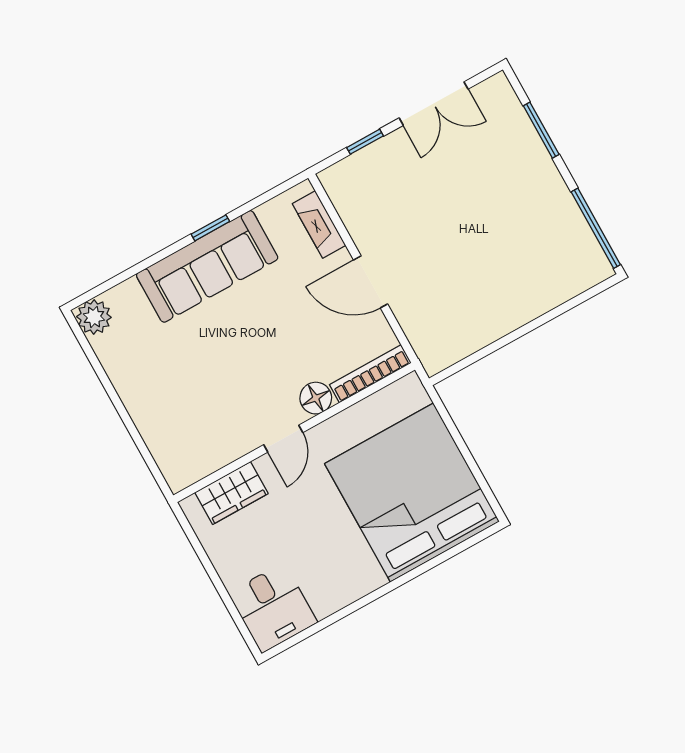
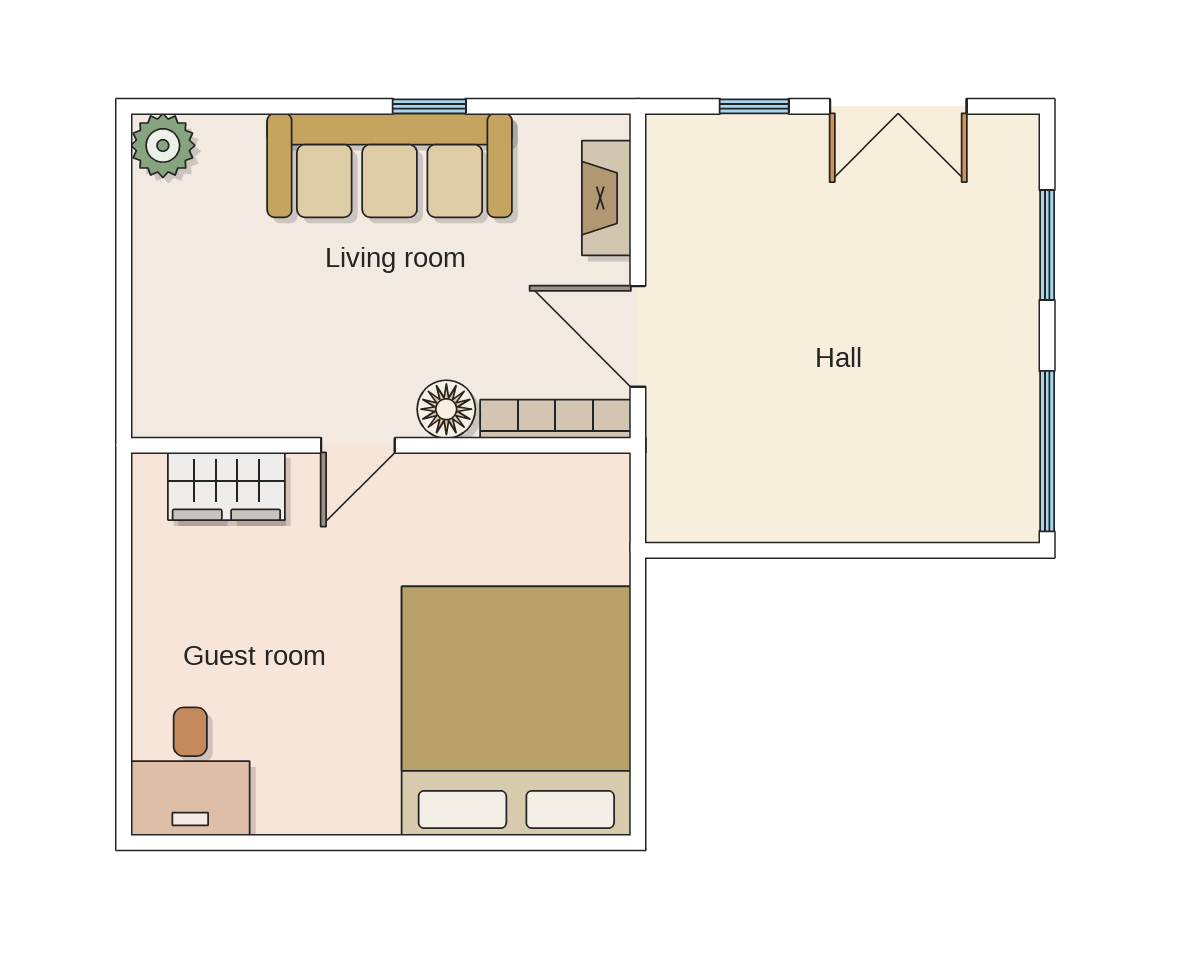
bookcase: (370, 374) -> (555, 419), moved
floor lamp: (316, 398) -> (446, 409), moved
wall: (294, 433) -> (381, 445), moved
door: (283, 439) -> (358, 445), moved
wardrobe: (232, 493) -> (226, 486), moved

